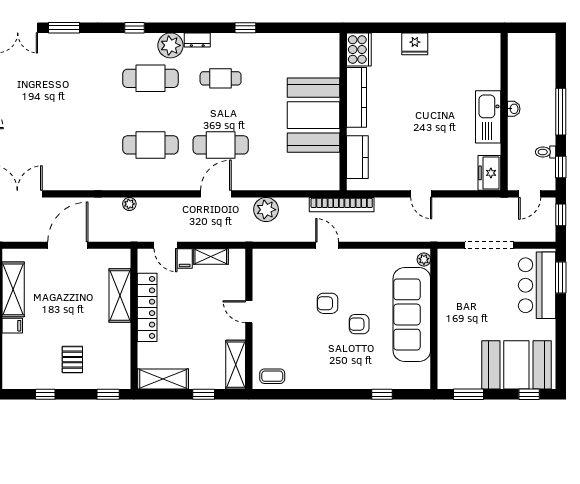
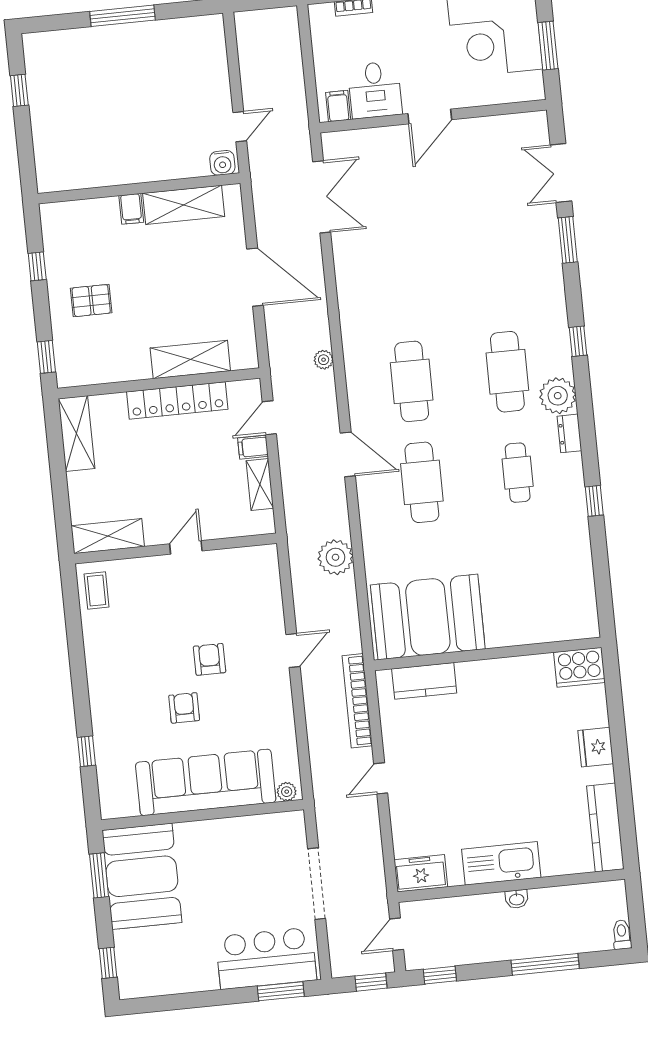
kitchen counter: (357, 97) -> (605, 828), moved, turned 90
window: (561, 112) -> (545, 964), moved
booth: (314, 115) -> (428, 617), moved
toilet: (546, 152) -> (622, 935), moved
door: (216, 194) -> (348, 454), moved
door: (530, 194) -> (397, 934), hinge flipped
bookcase: (342, 205) -> (357, 701), moved
booth: (516, 365) -> (142, 876), moved
window: (204, 394) -> (60, 494), removed

